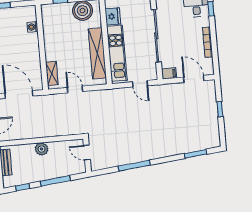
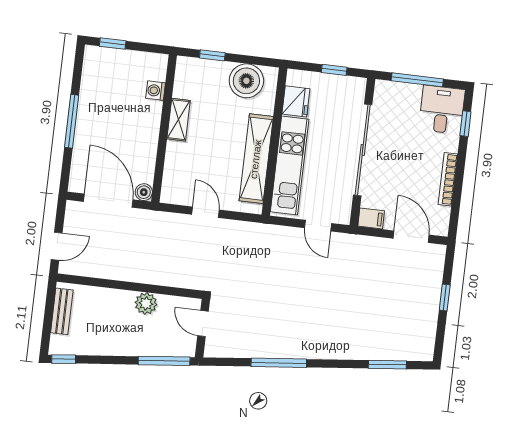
shelving: (52, 74) -> (179, 120), moved
boiler: (38, 86) -> (144, 192), added
plant: (42, 149) -> (146, 303), moved
window: (55, 181) -> (164, 361), moved
window: (23, 187) -> (64, 359), moved

